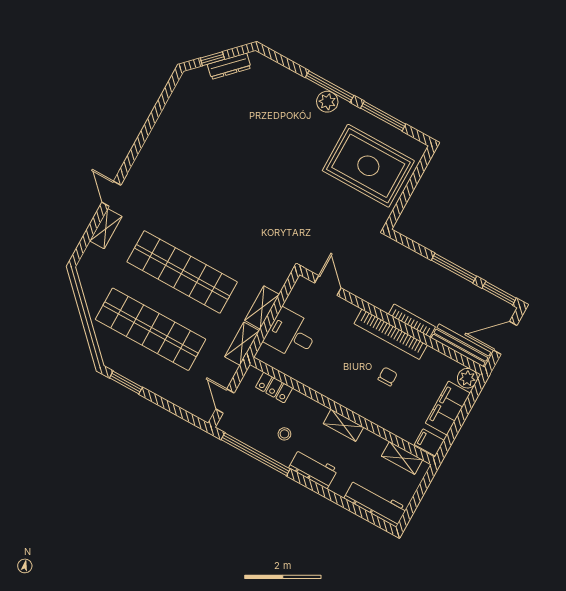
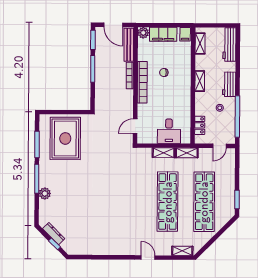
plant: (327, 102) -> (45, 193), moved
door: (111, 194) -> (148, 257), swing flipped
shelving: (106, 229) -> (182, 251), moved

